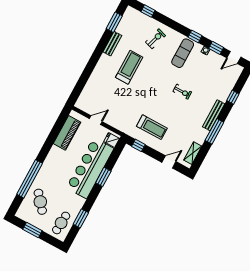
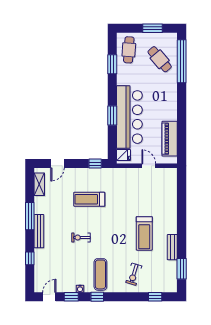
door: (96, 120) -> (149, 166), swing flipped
treadmill: (152, 127) -> (89, 199), moved
window: (30, 179) -> (182, 61), moved

